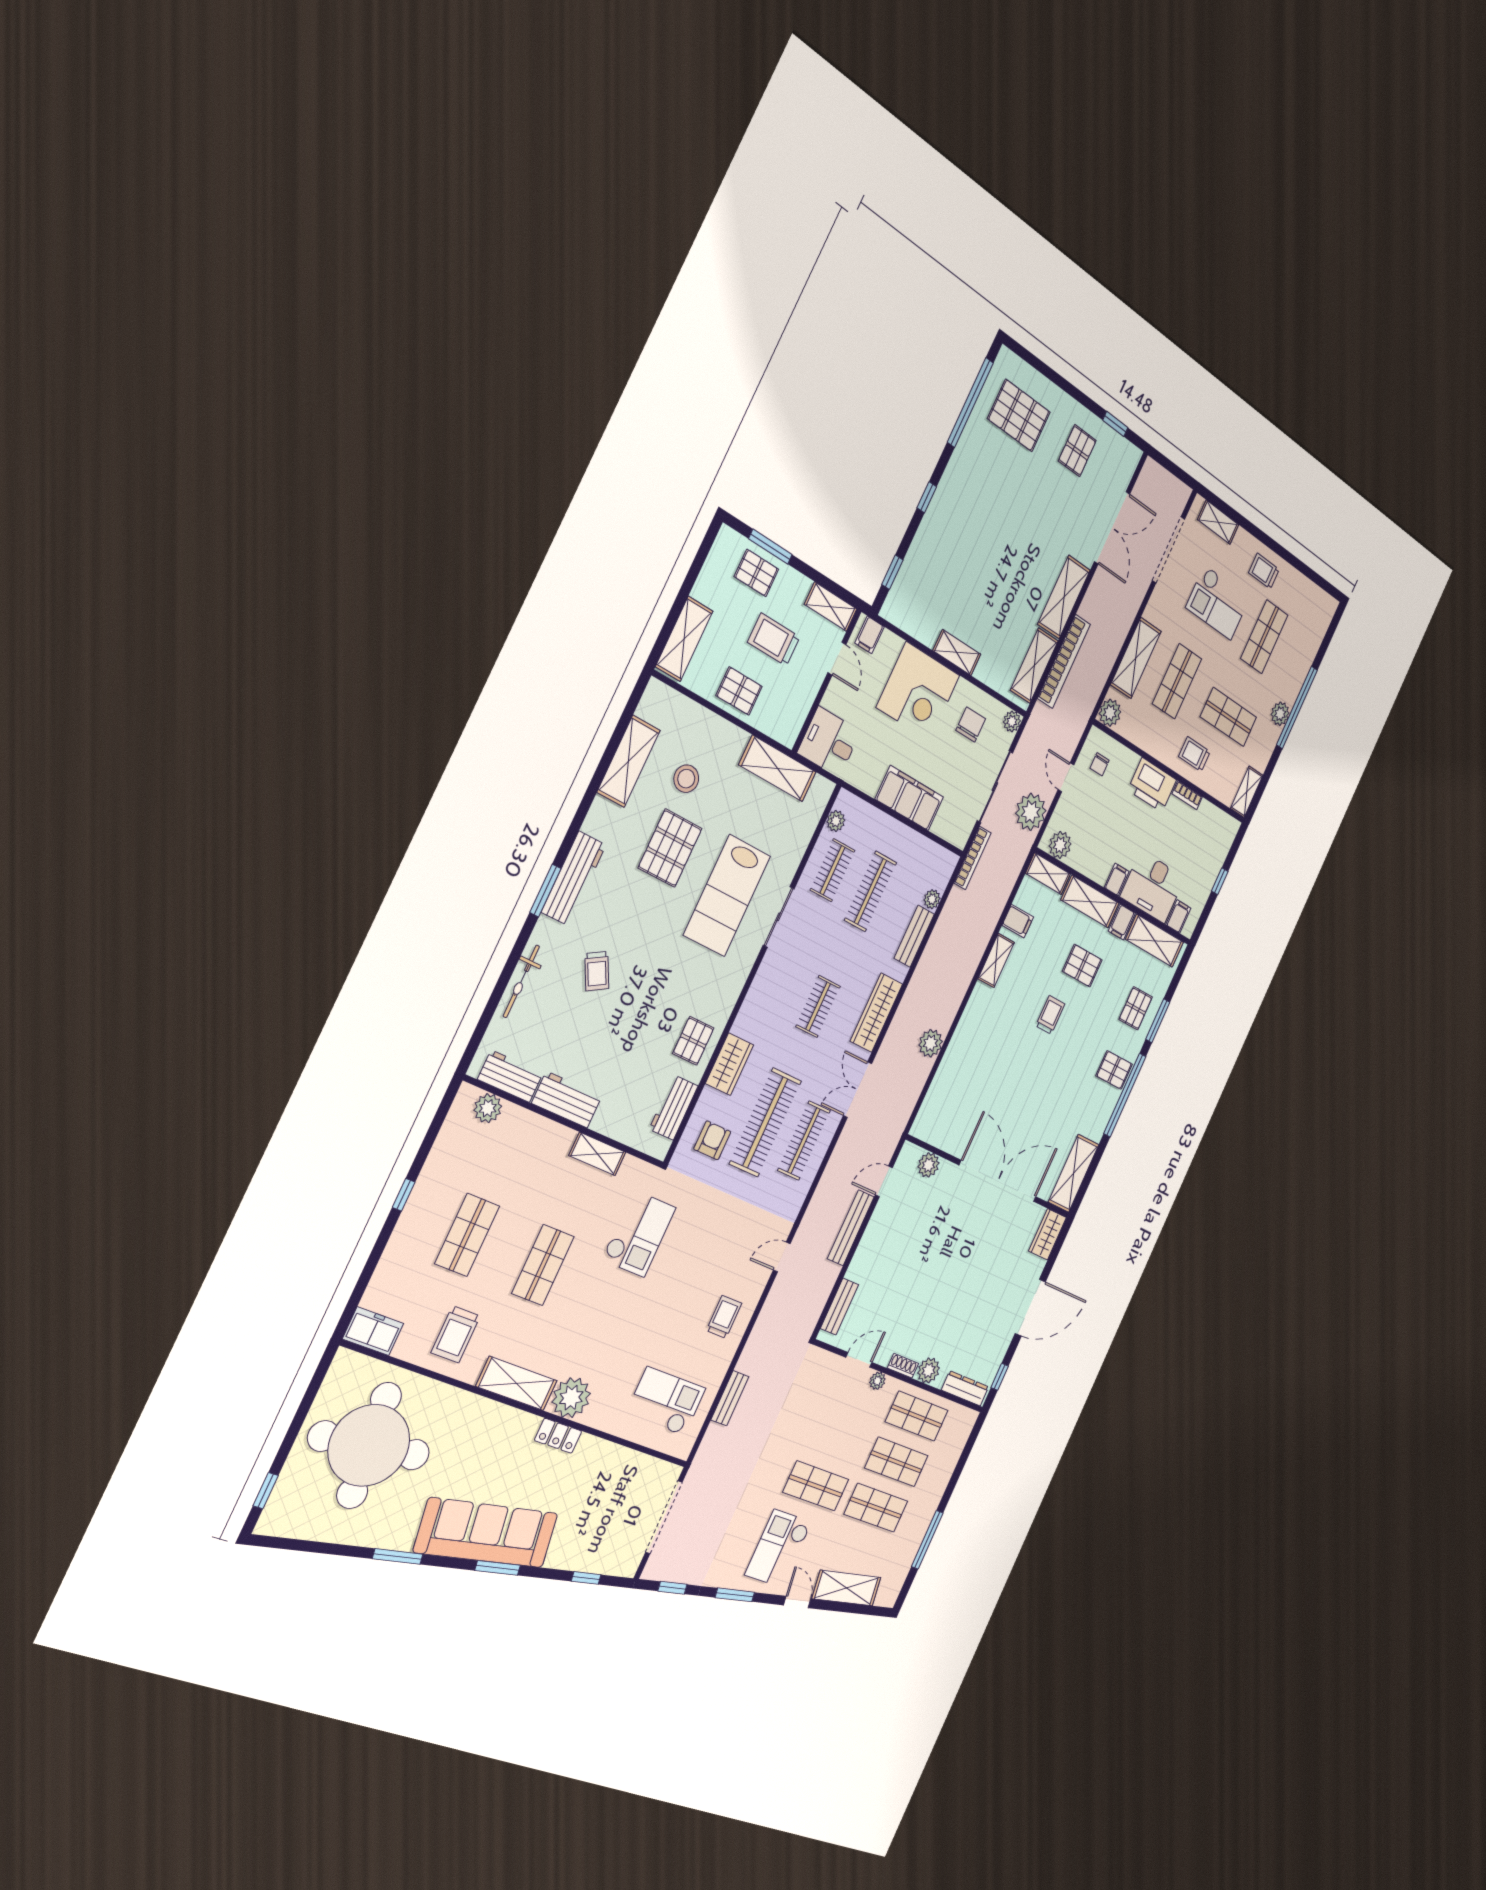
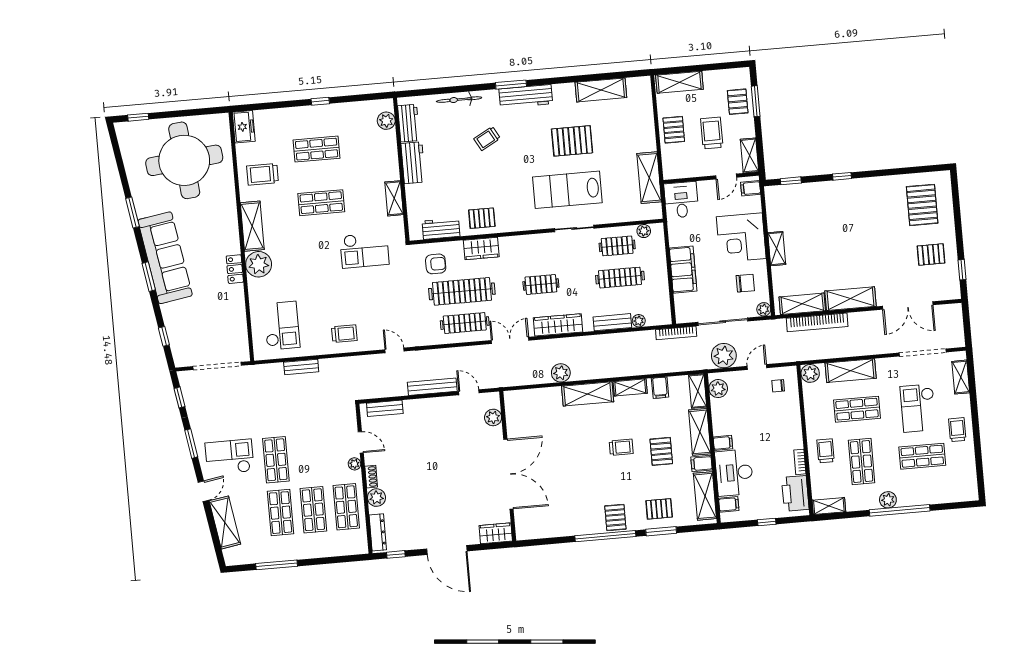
window: (970, 403) -> (907, 171), removed
stool: (686, 779) -> (612, 128), removed
printer: (1152, 785) -> (795, 493), moved
shelving: (1074, 1173) -> (588, 394), moved

